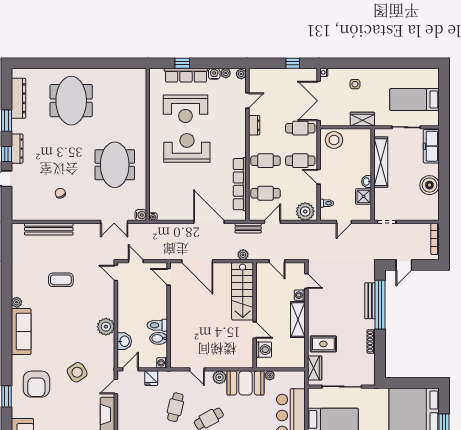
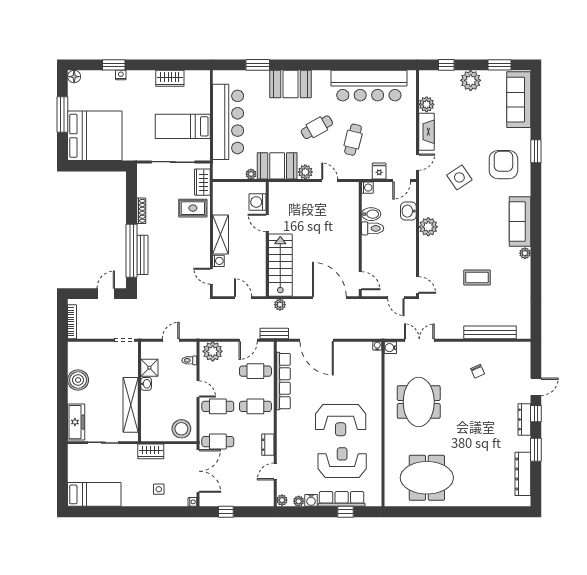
bed: (414, 100) -> (94, 494), moved
meeting table: (71, 101) -> (427, 478), moved, turned 90

